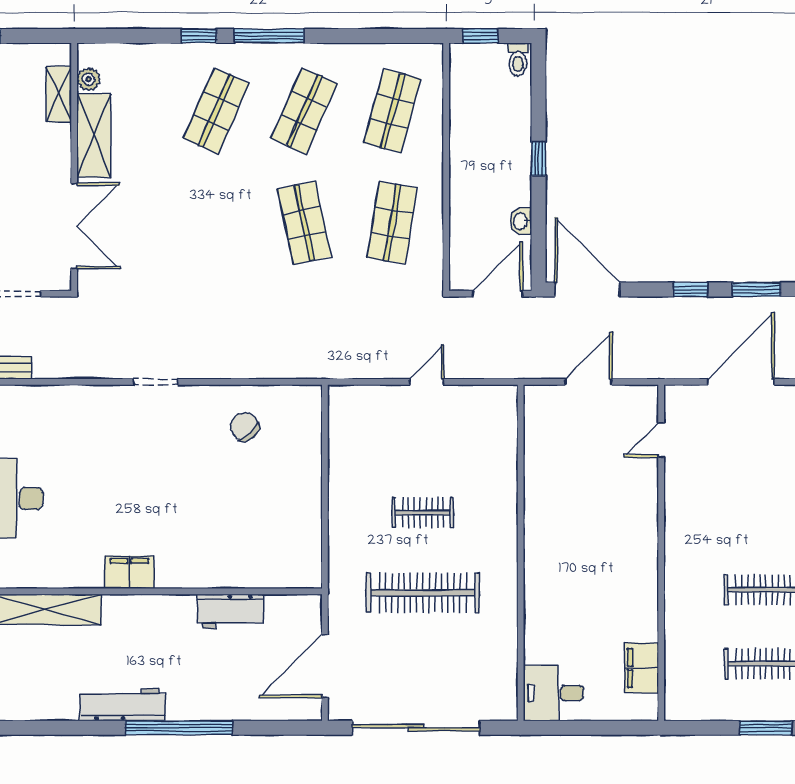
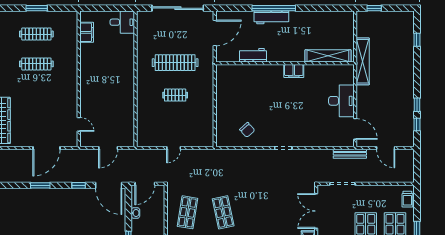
window: (691, 290) -> (79, 185), moved
door: (661, 440) -> (79, 124), hinge flipped
workbench: (123, 705) -> (271, 17), moved

